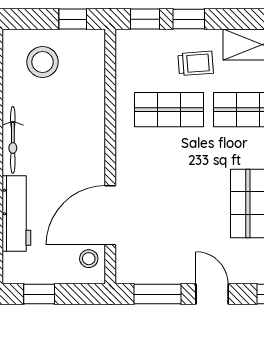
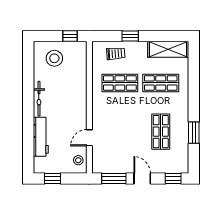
window: (145, 19) -> (107, 36), removed
trolley: (196, 63) -> (116, 54), moved
door: (110, 215) -> (89, 138), width x0.53

